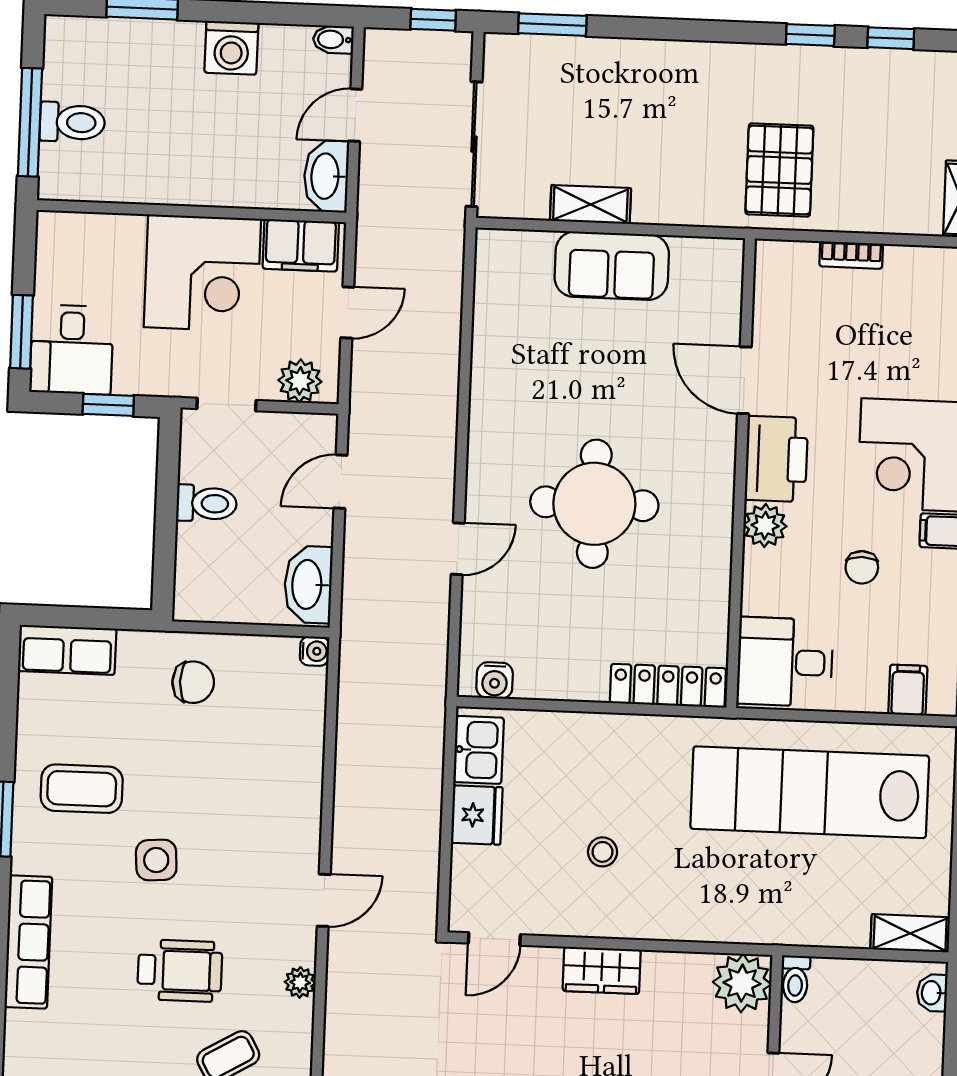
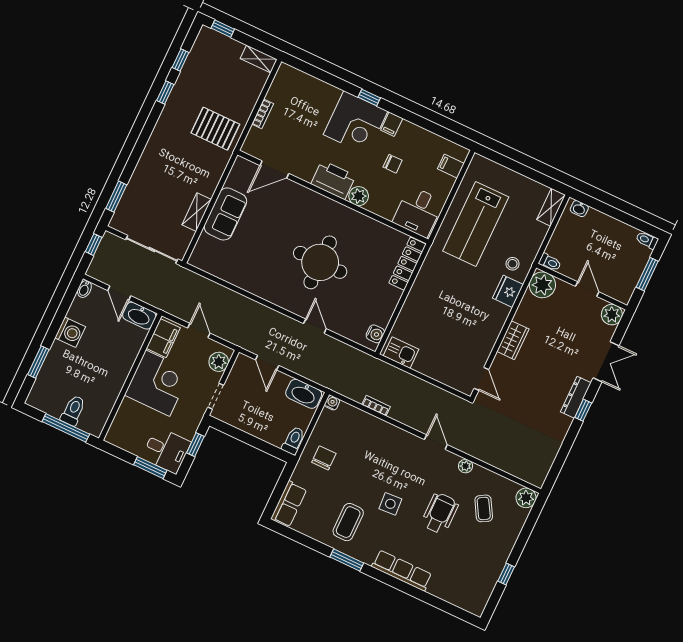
door: (744, 380) -> (274, 169), moved
toilet: (206, 503) -> (294, 441), moved
bookcase: (347, 745) -> (376, 406), added
lab bench: (810, 792) -> (476, 224), width x0.73
fridge: (477, 815) -> (508, 291), moved, turned -90
stool: (603, 852) -> (512, 264), moved

